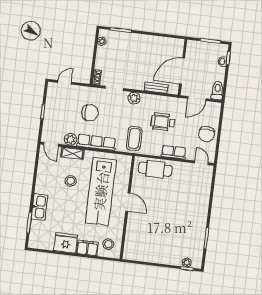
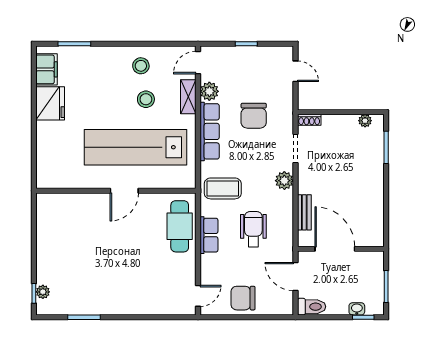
row of seats: (174, 152) -> (209, 235), moved
kitchen sink: (39, 207) -> (100, 56), removed
stool: (108, 244) -> (141, 66), moved
filing cabinet: (87, 248) -> (46, 69), moved

